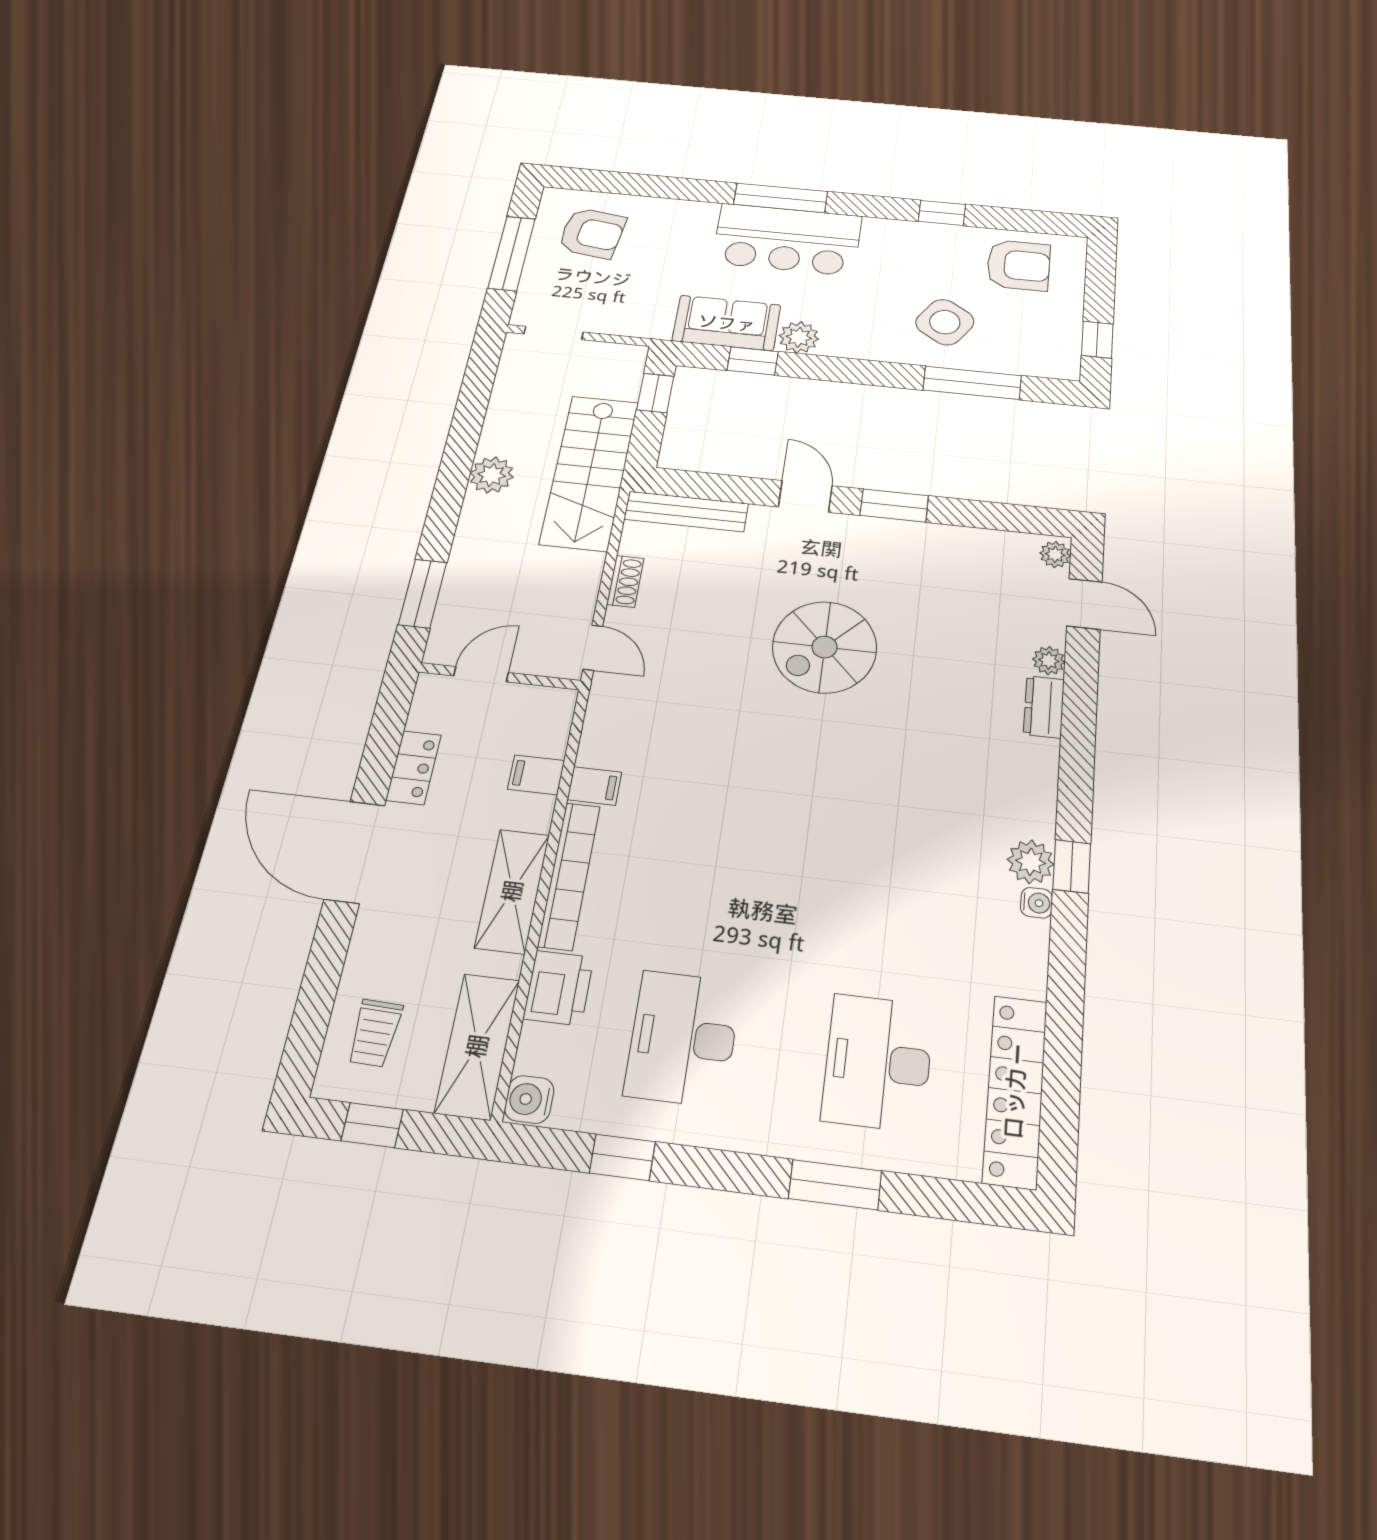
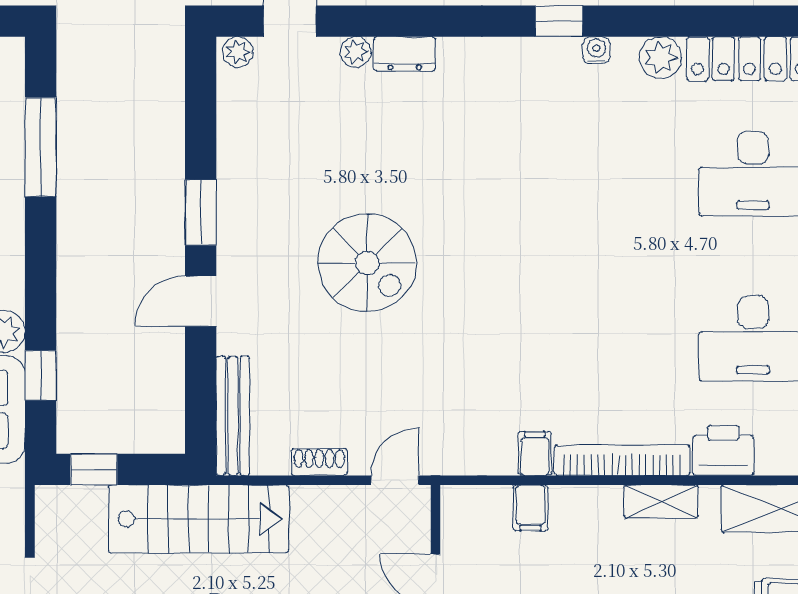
plant: (1031, 862) -> (660, 57), moved
shelving: (512, 891) -> (661, 501), width x0.67, depth x0.75

